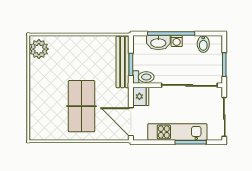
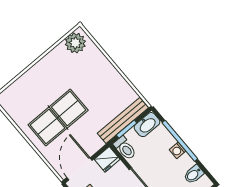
washbasin: (158, 43) -> (147, 125), moved, turned -90

